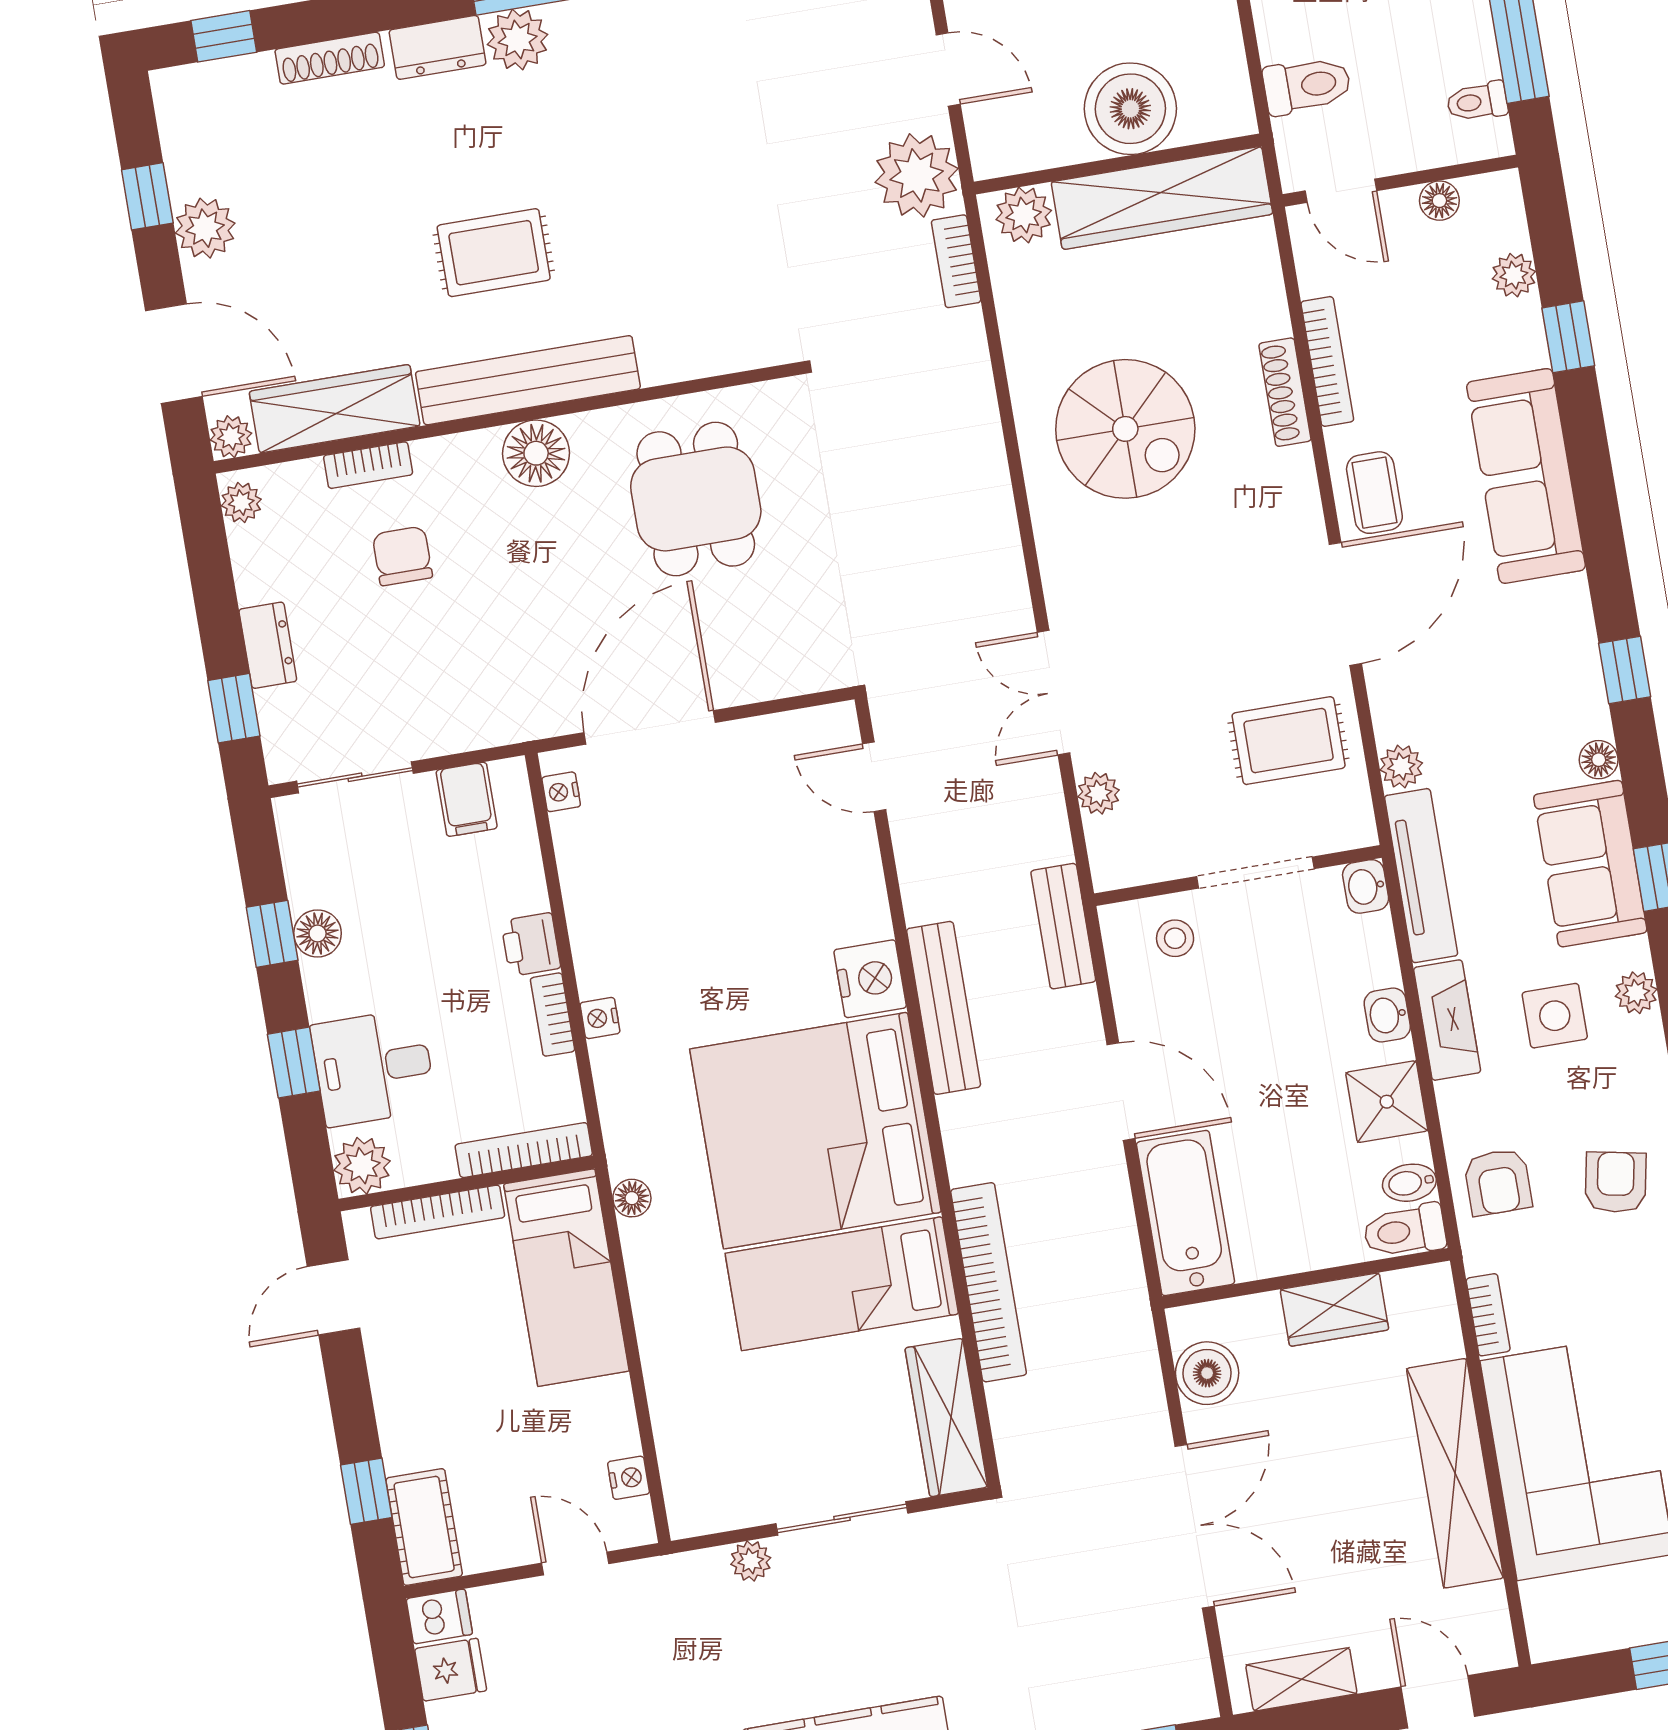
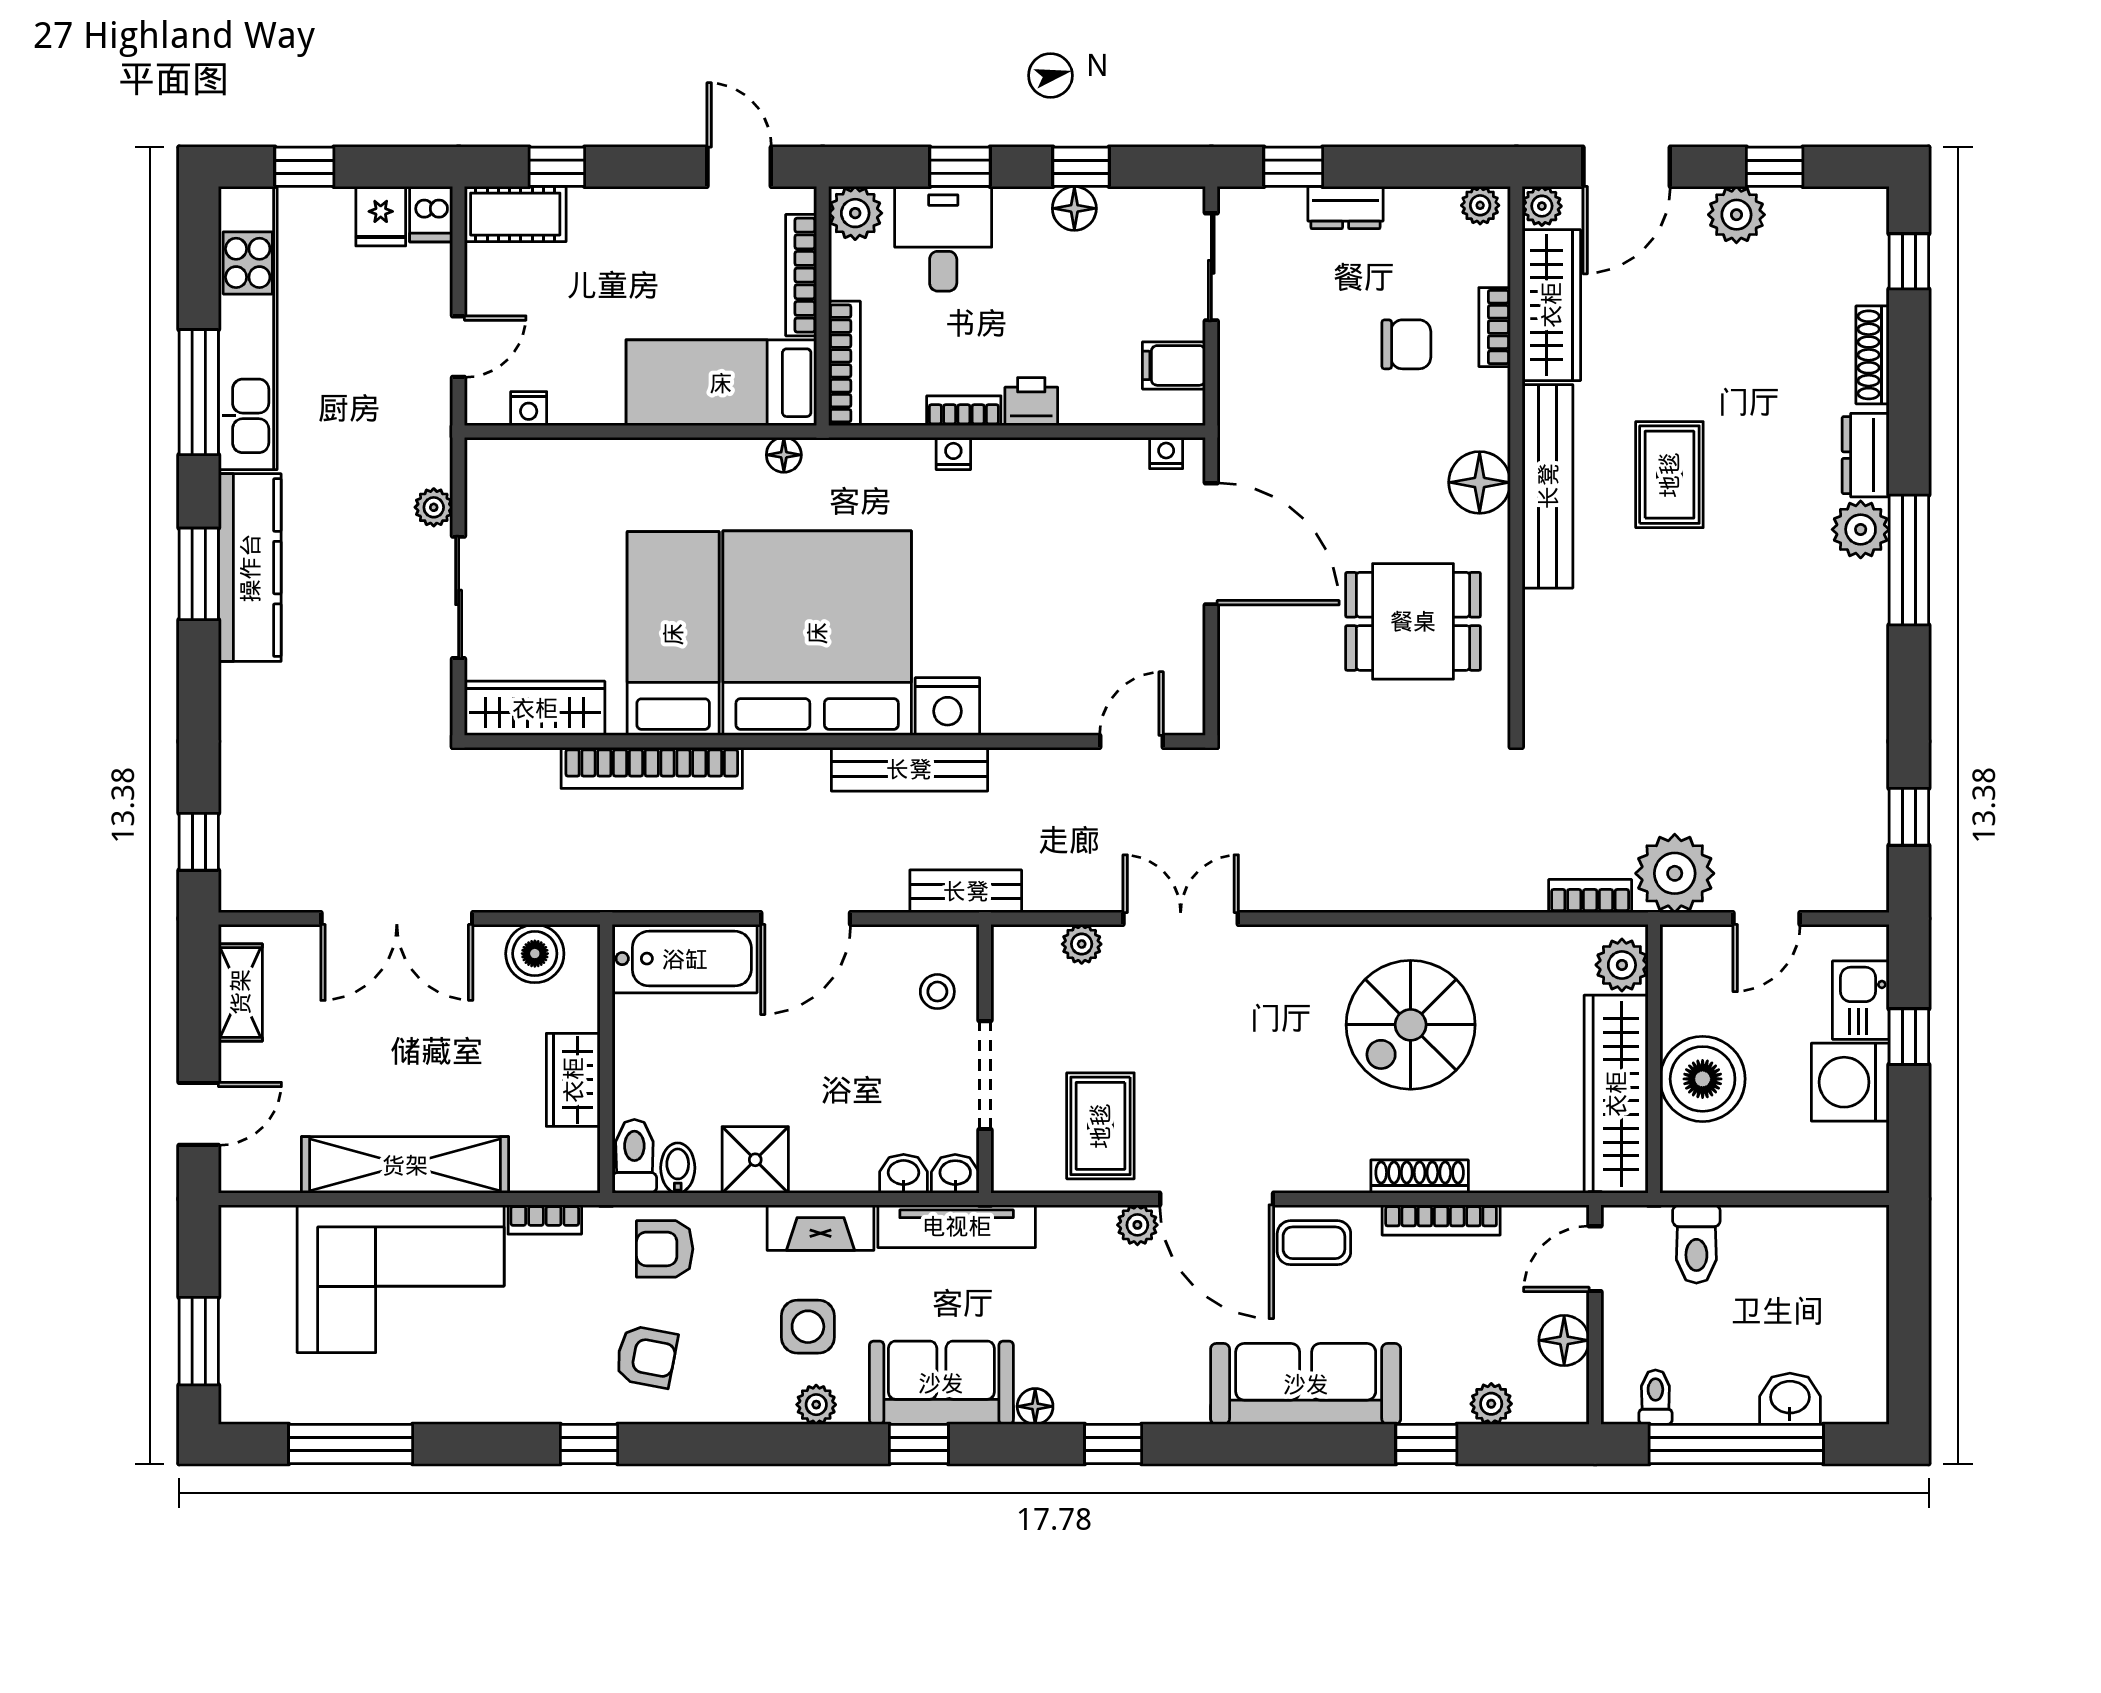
floor lamp: (1439, 201) -> (1564, 1340), width x1.37, depth x1.37
plant: (1401, 767) -> (1137, 1225), moved
washbasin: (1387, 1015) -> (904, 1174), moved

